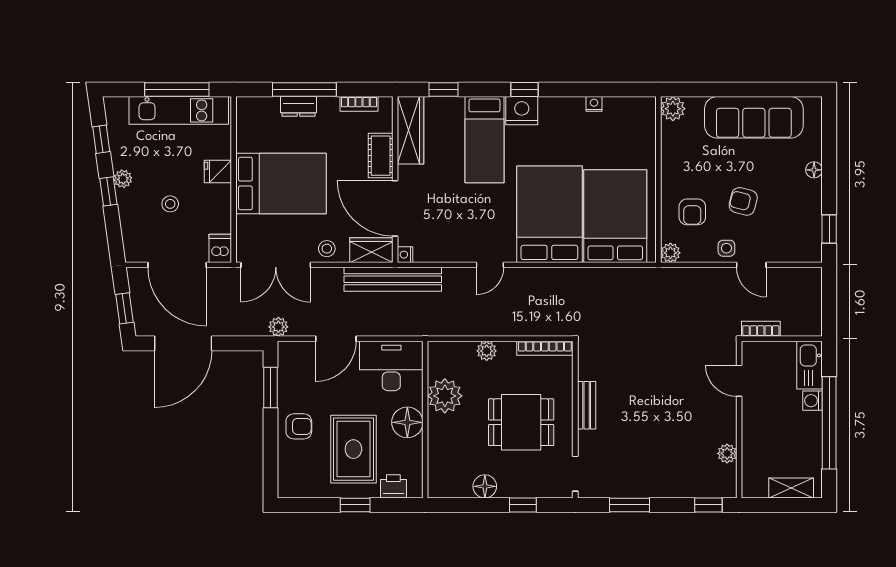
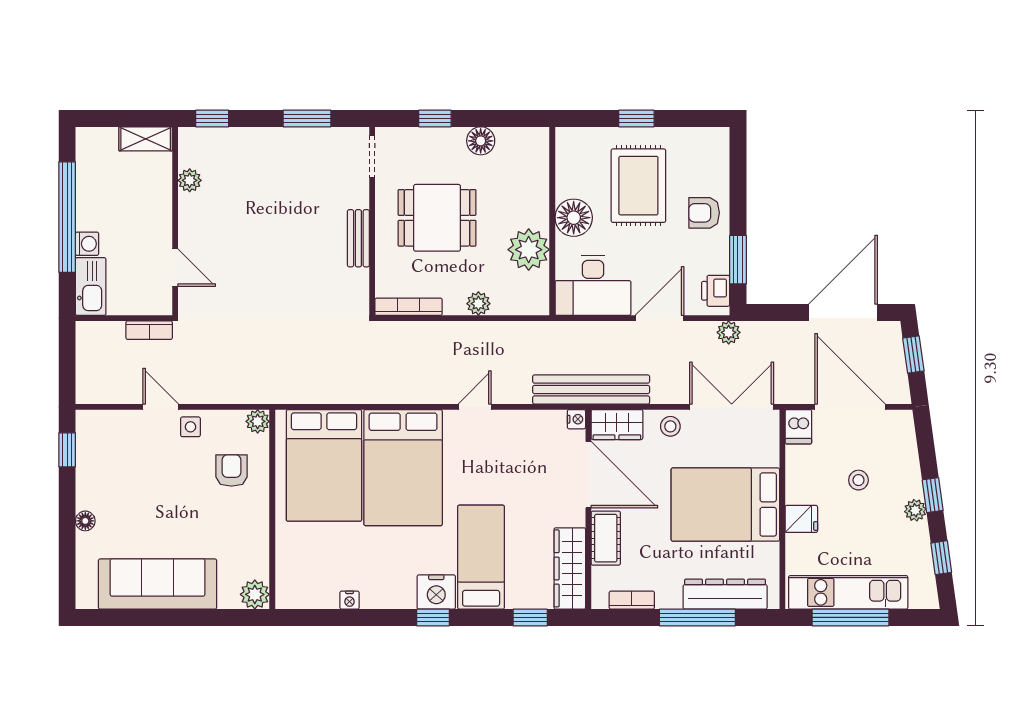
dresser: (298, 106) -> (725, 594), width x1.96, depth x1.24
armchair: (743, 201) -> (170, 483), removed
printer: (393, 486) -> (716, 291), moved, turned 90
shelving: (791, 488) -> (146, 139), moved

